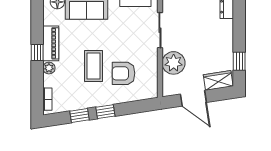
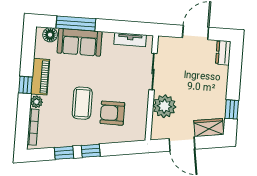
bookcase: (47, 99) -> (33, 127), width x1.56

